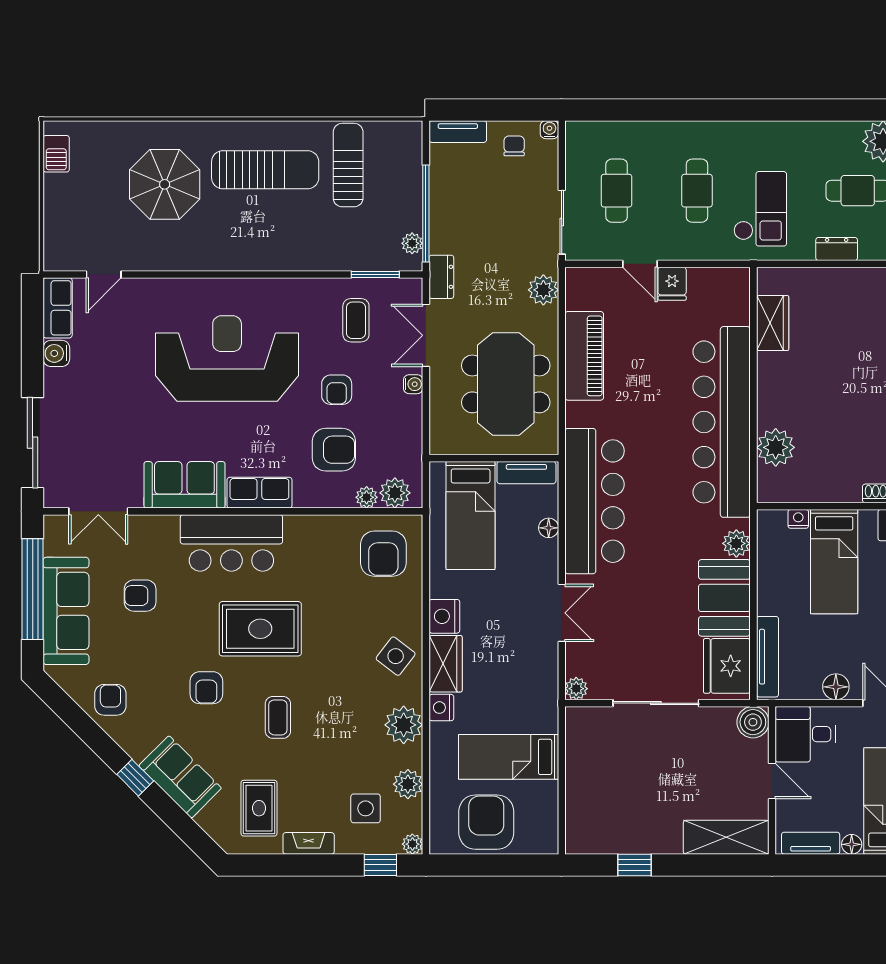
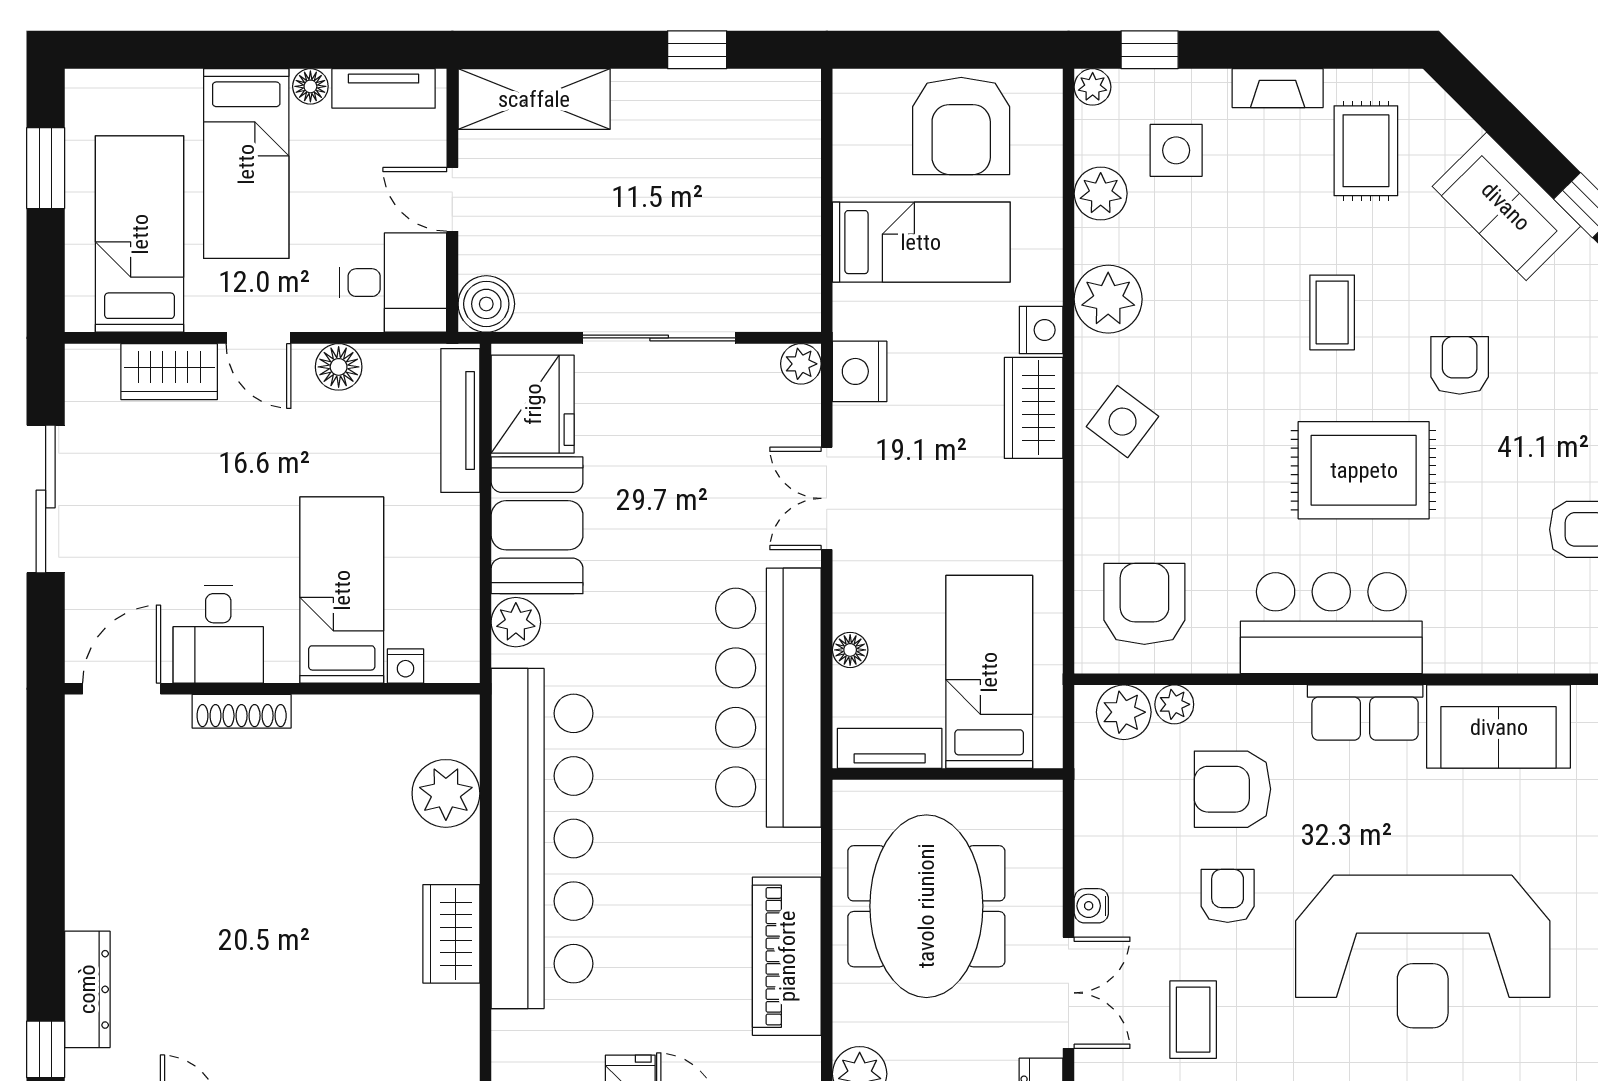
wardrobe: (773, 323) -> (451, 934), moved
bar counter: (231, 543) -> (1331, 623), moved
nightstand: (444, 616) -> (860, 371), moved, turned 180

